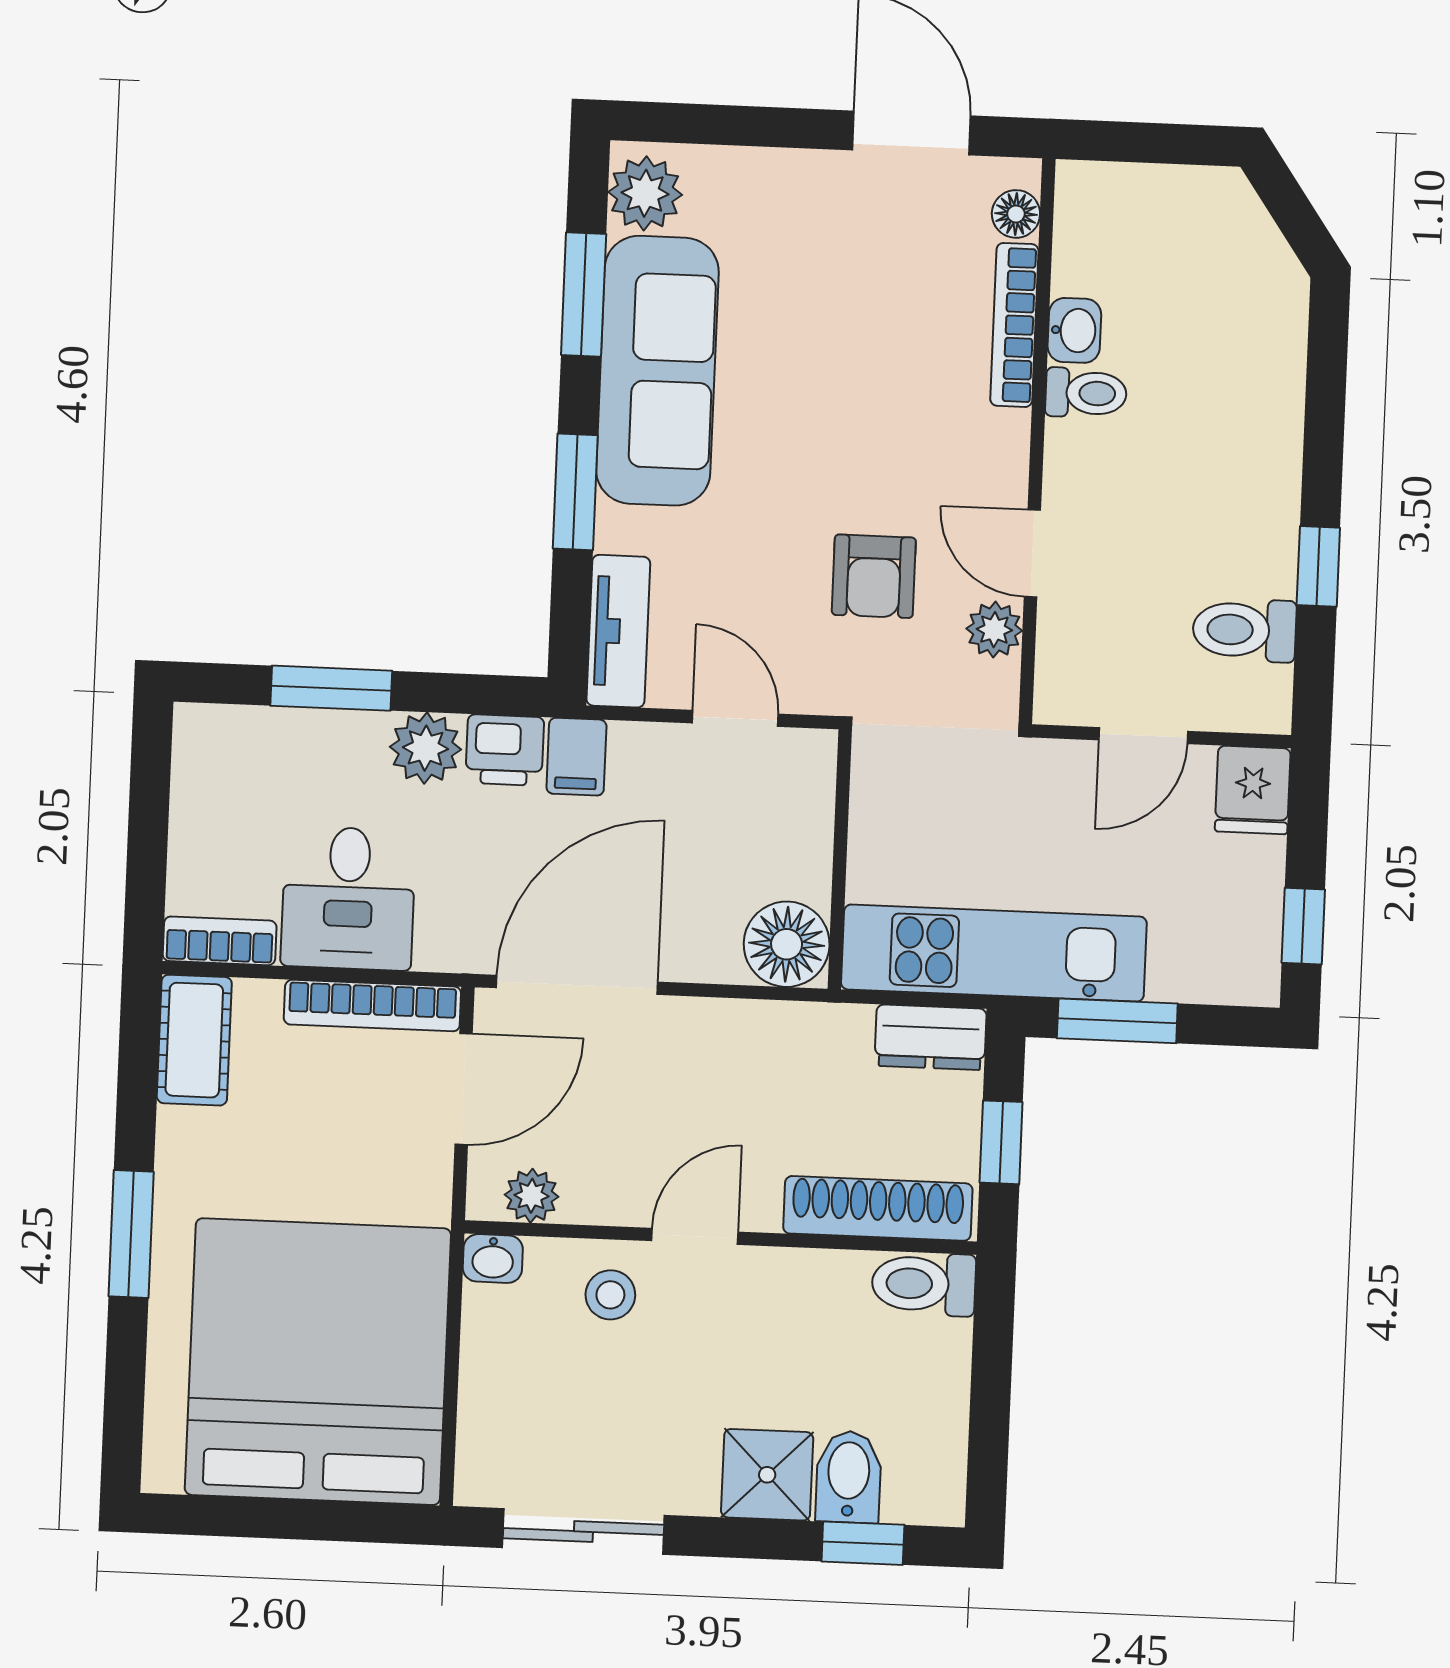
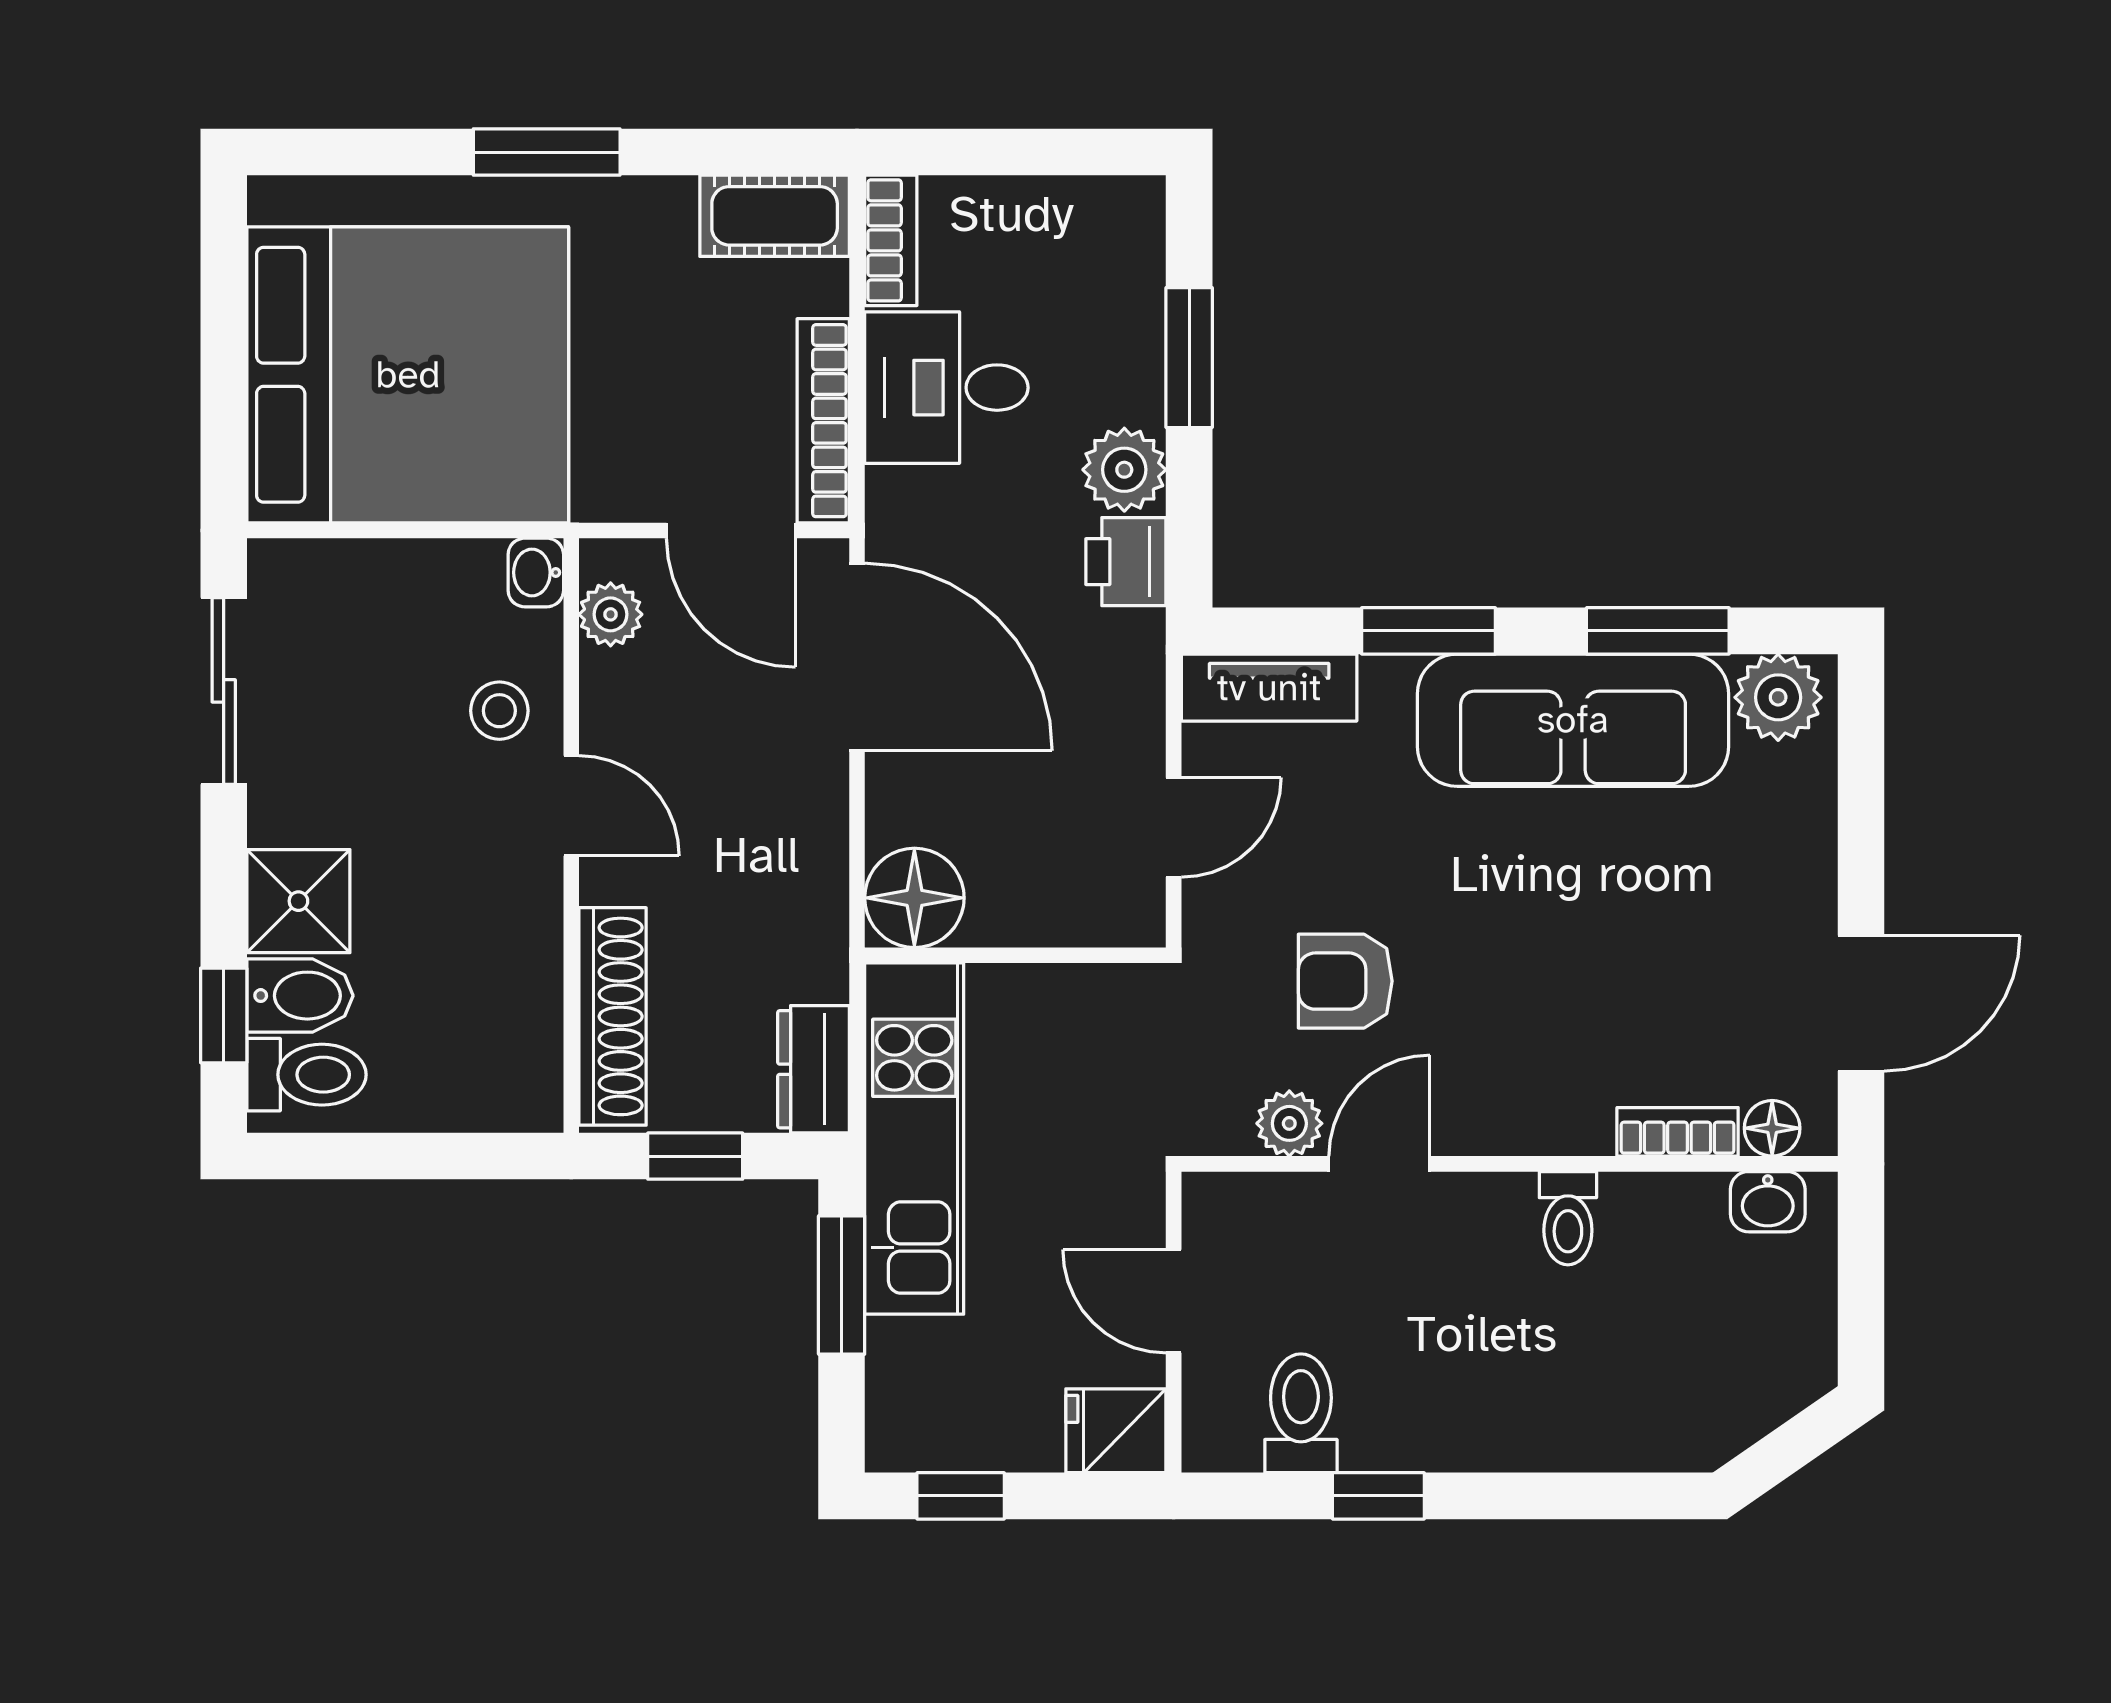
bookcase: (1014, 325) -> (1678, 1132), width x0.64
washbasin: (1074, 330) -> (1768, 1202), moved
filing cabinet: (576, 757) -> (1122, 645), removed
toilet: (924, 1284) -> (306, 1075), moved, turned 90

